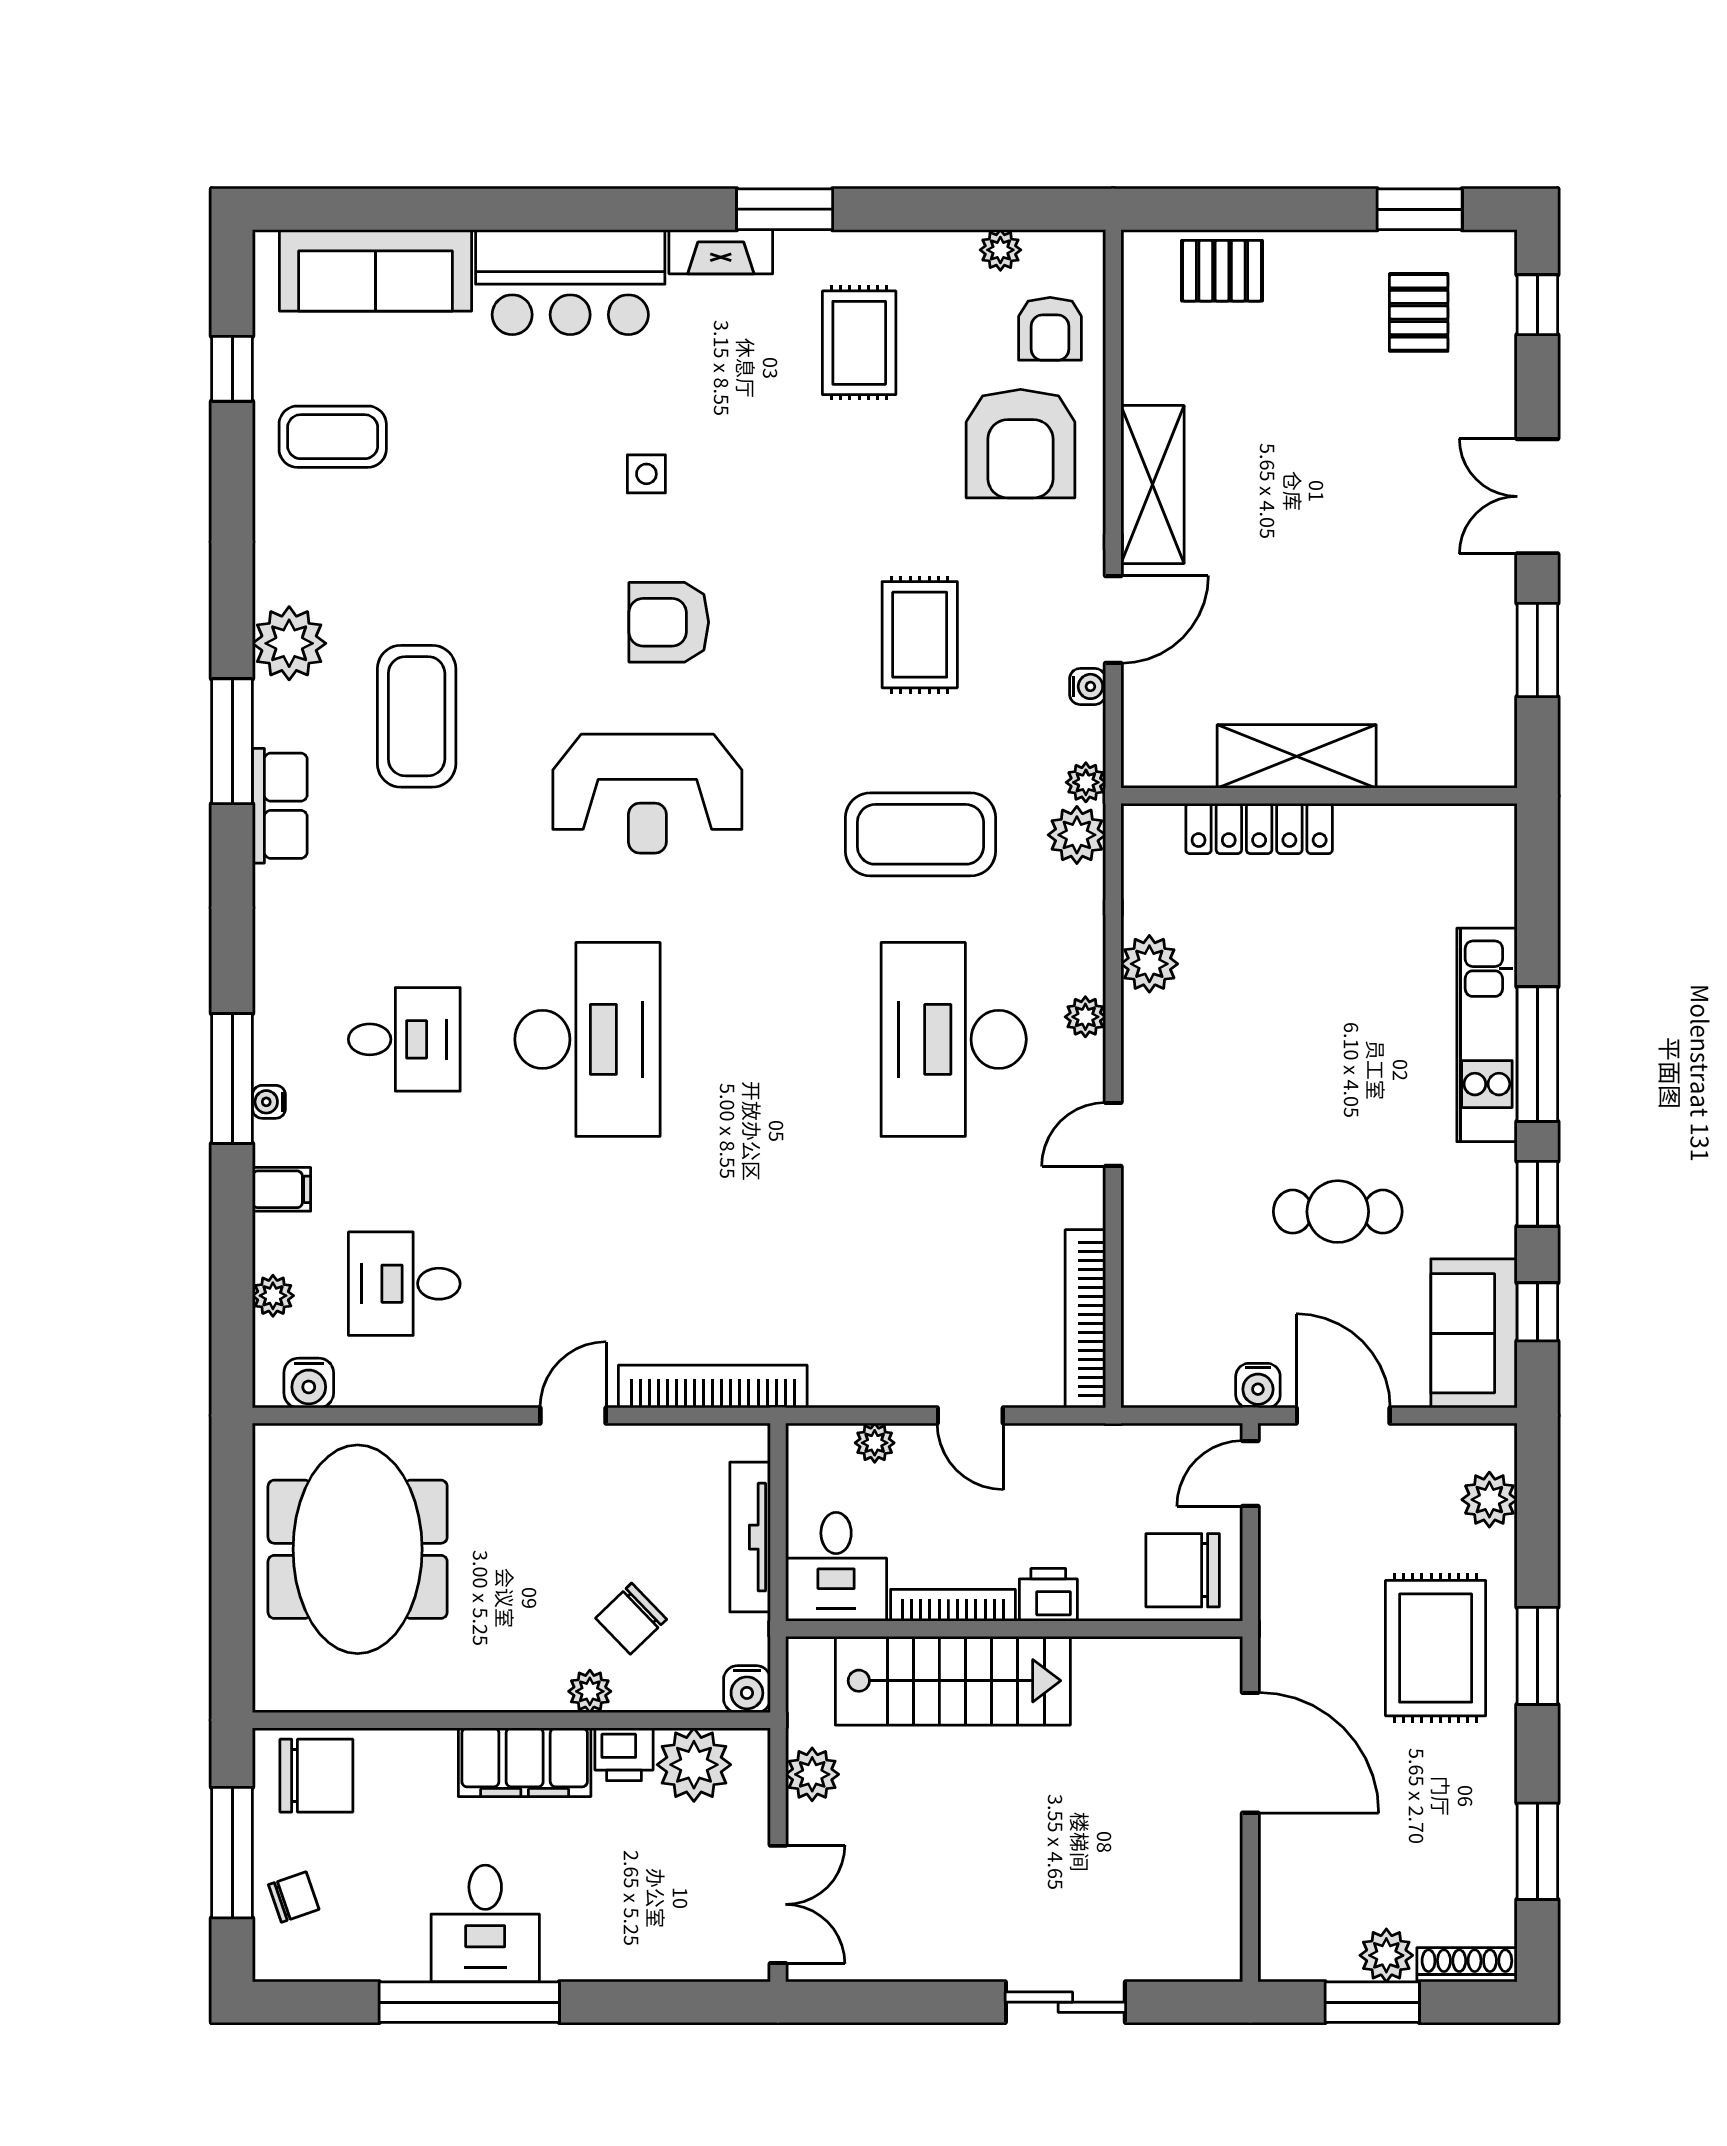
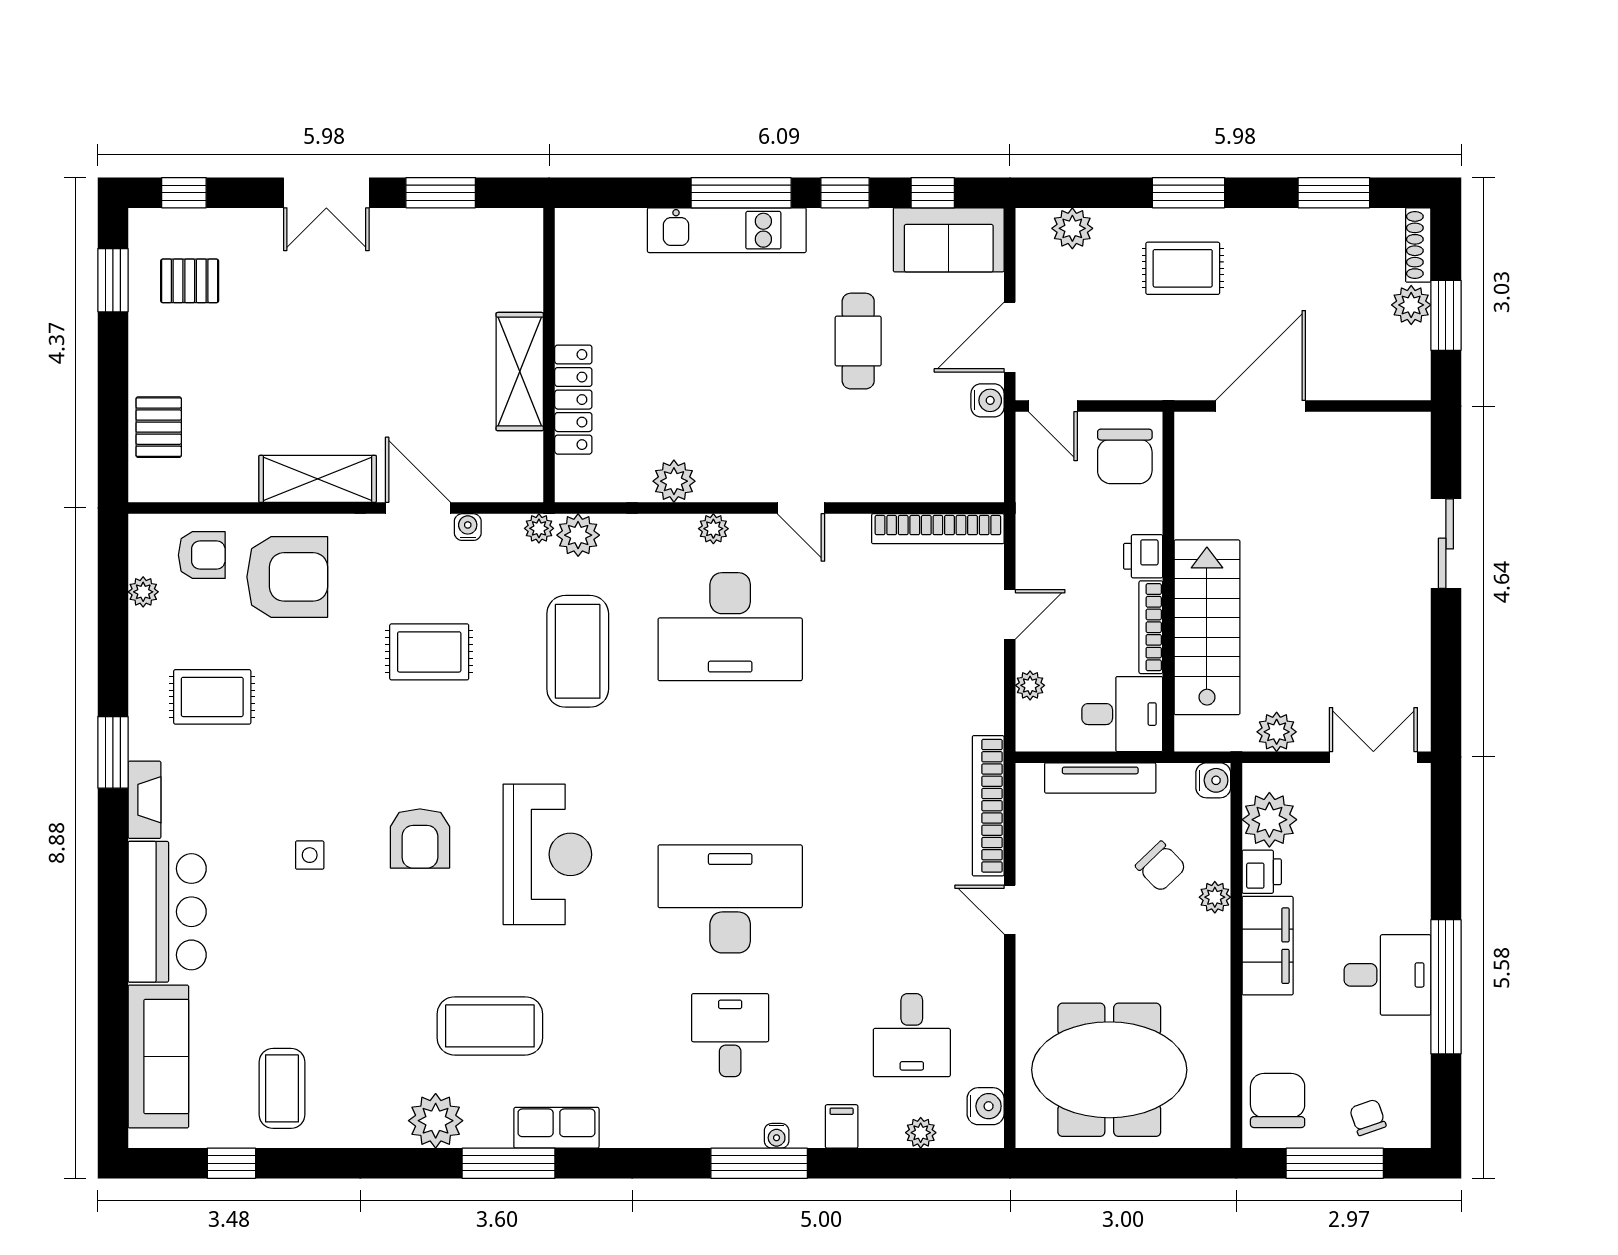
rug: (1436, 1648) -> (1183, 268), width x0.73, depth x0.70

